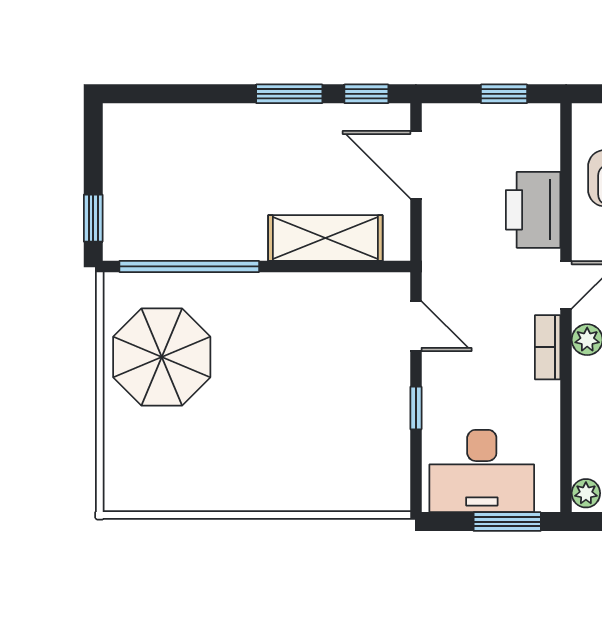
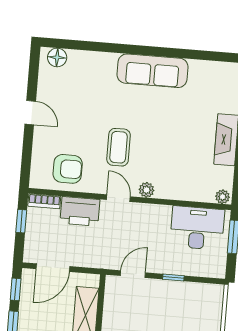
bookcase: (548, 347) -> (44, 201), moved
desk: (482, 471) -> (197, 228), moved, turned -90

